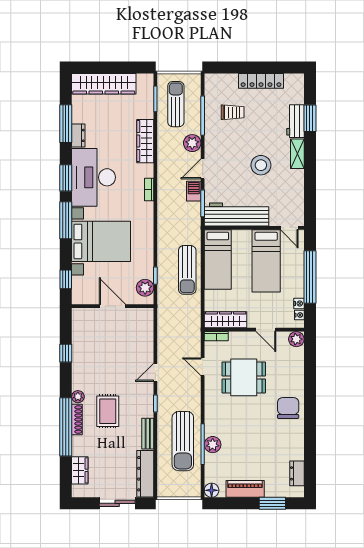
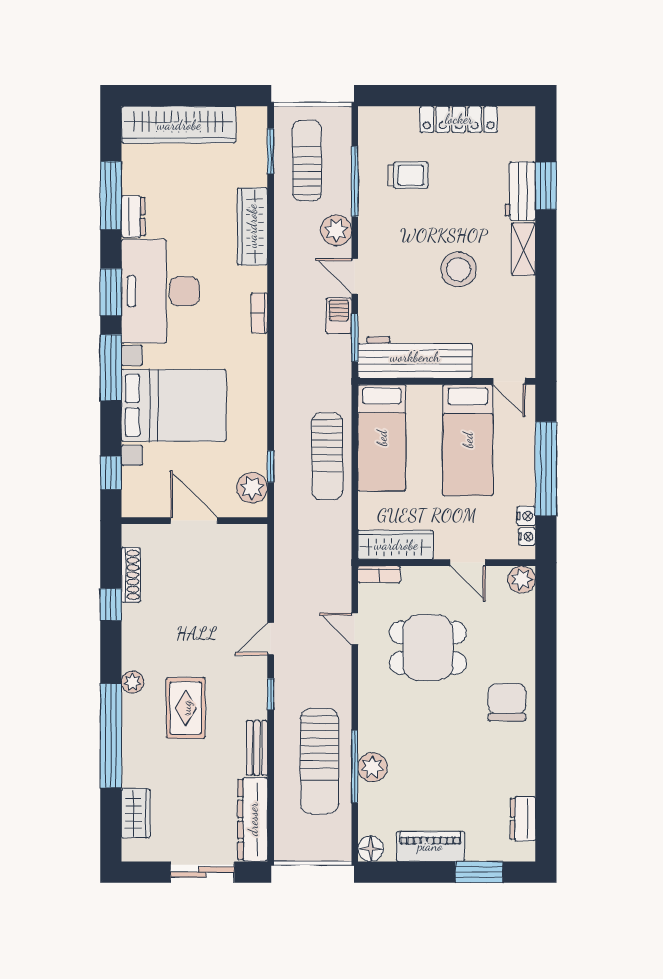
door: (203, 169) -> (355, 276), hinge flipped
shoe rack: (77, 420) -> (131, 575), moved

